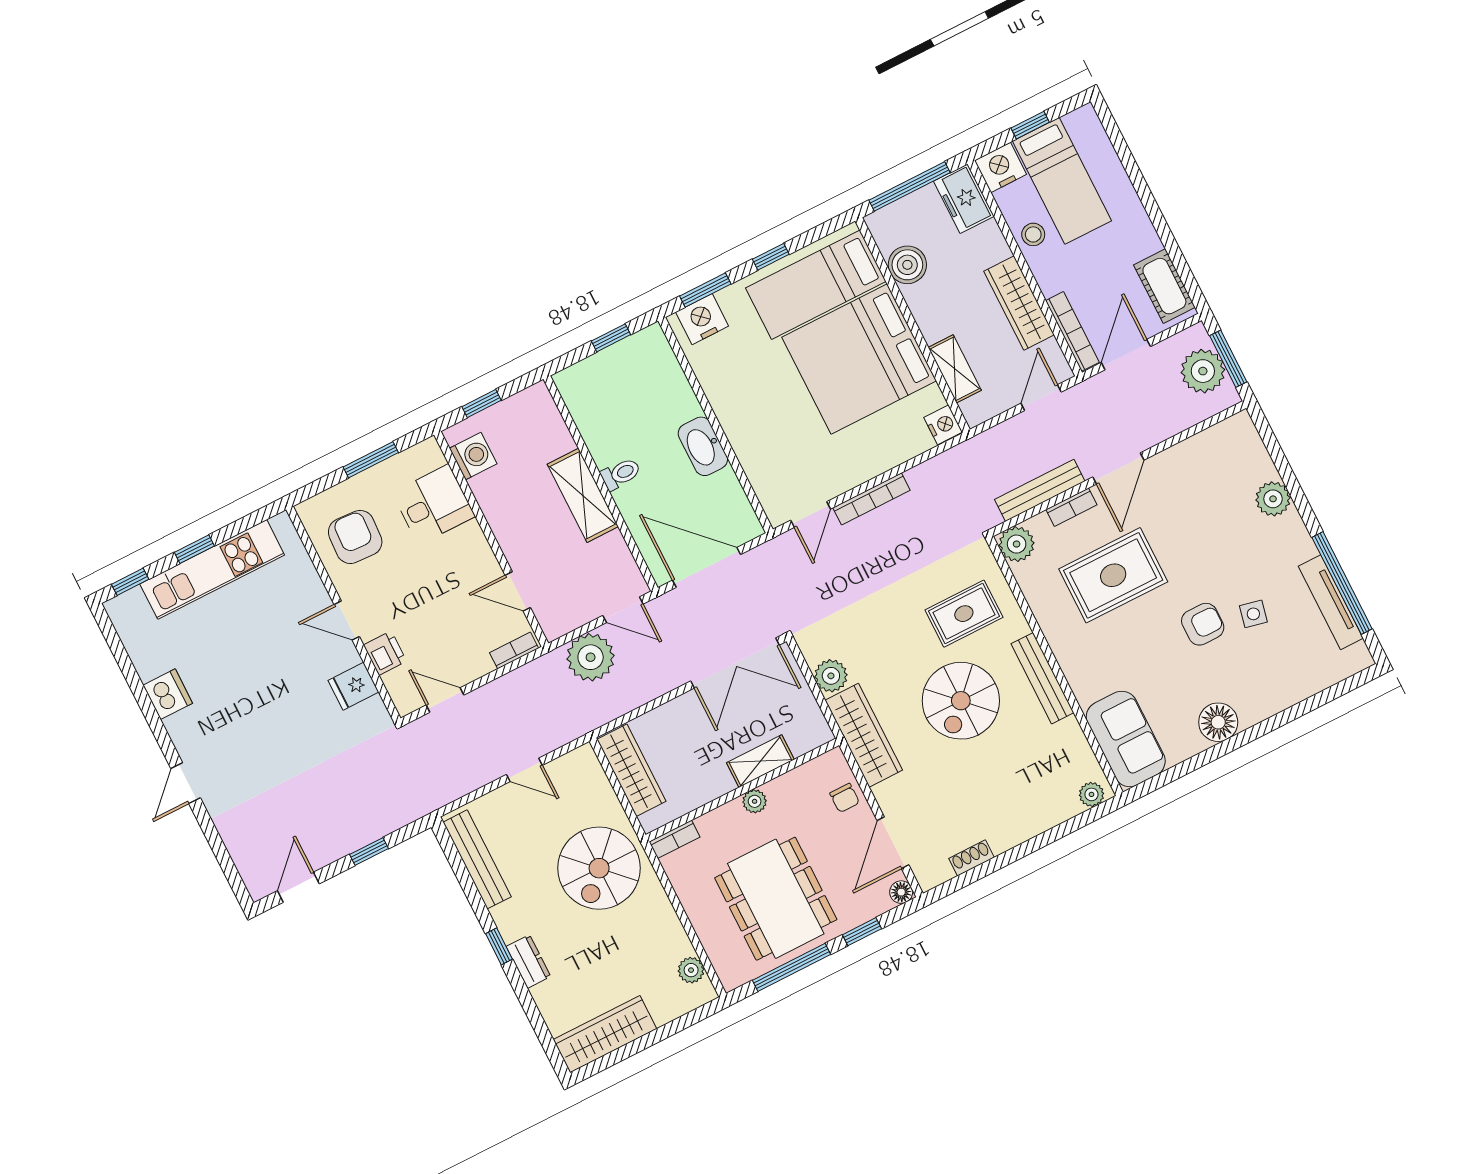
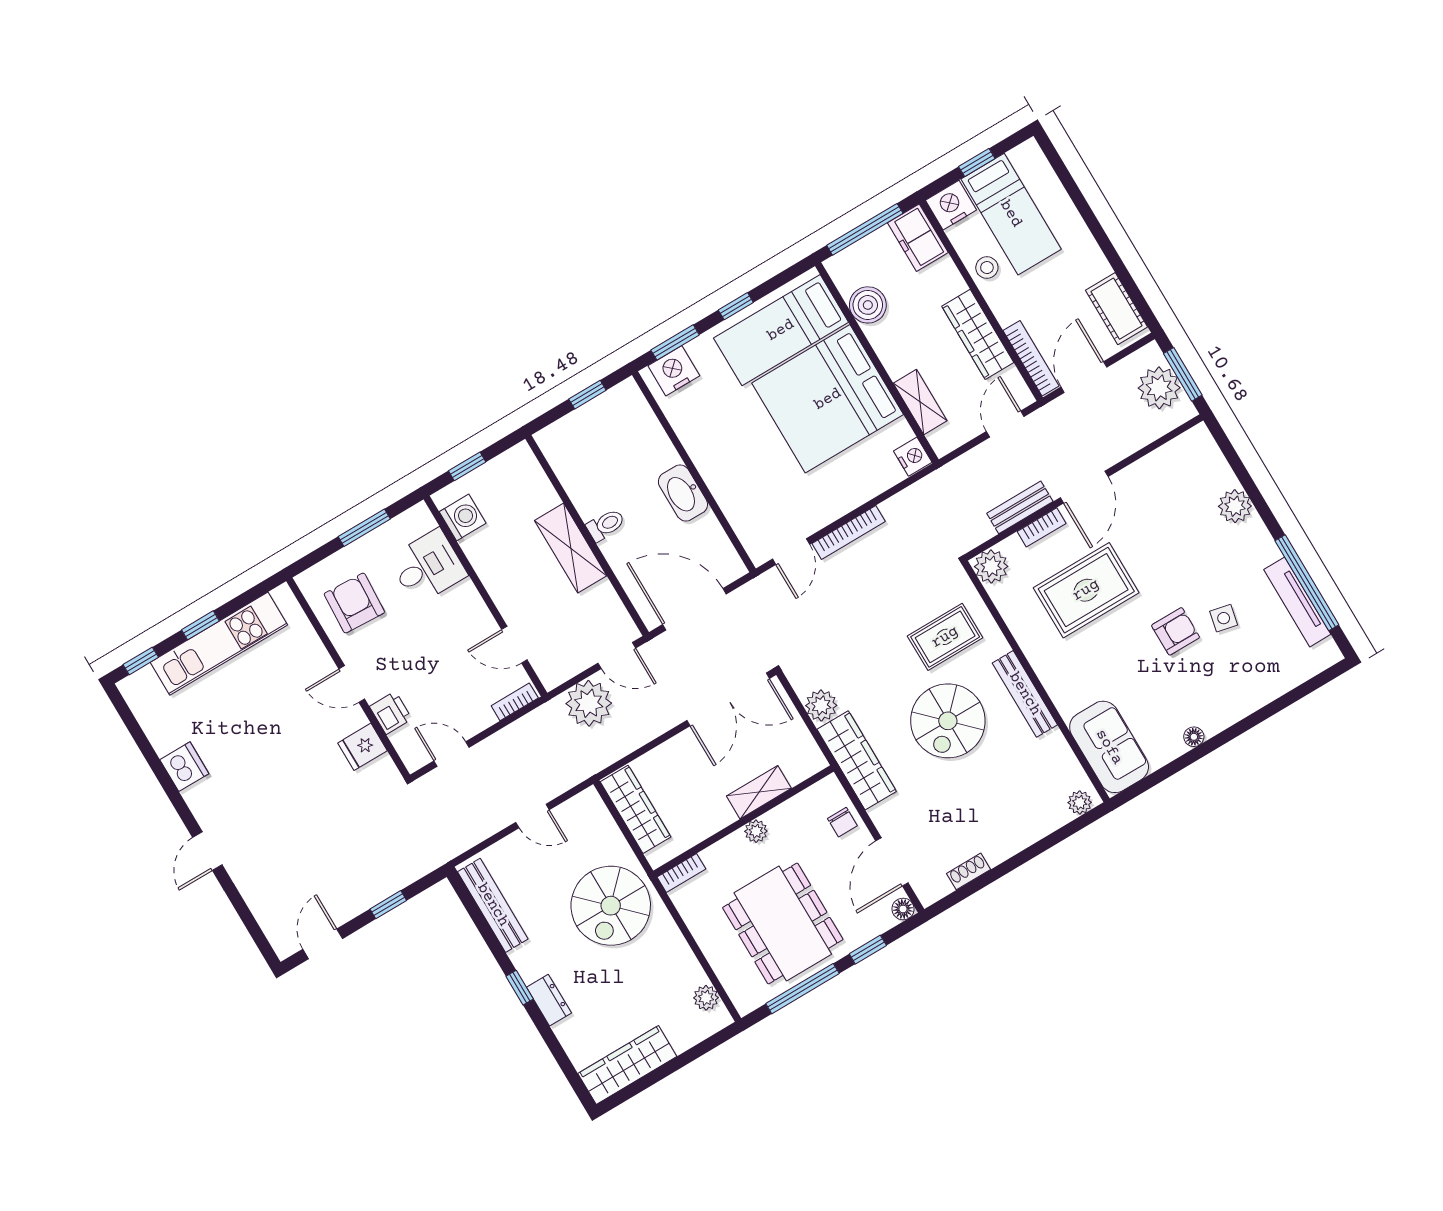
bench: (1040, 490) -> (1020, 507), width x0.73
floor lamp: (1218, 722) -> (1194, 737), width x0.53, depth x0.53

